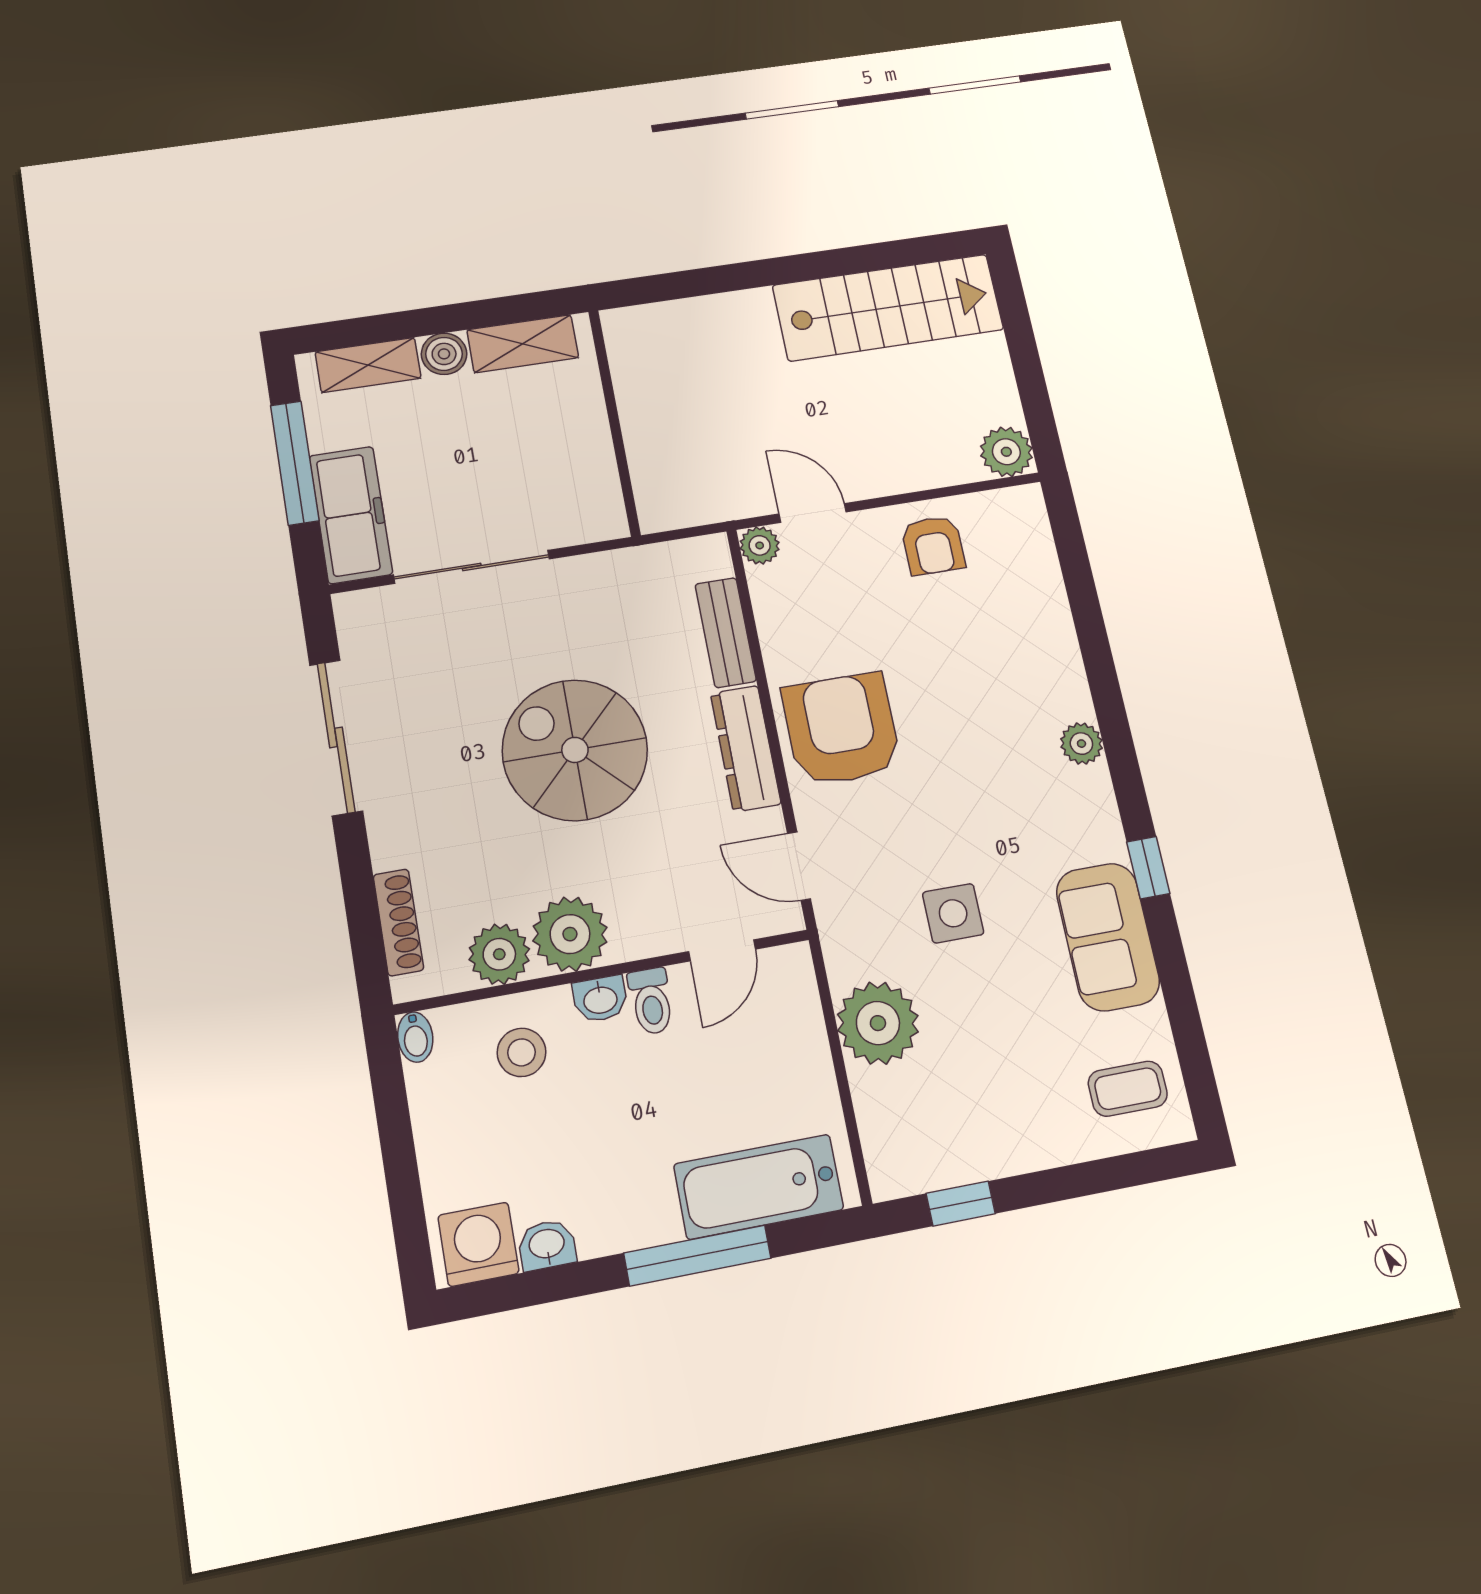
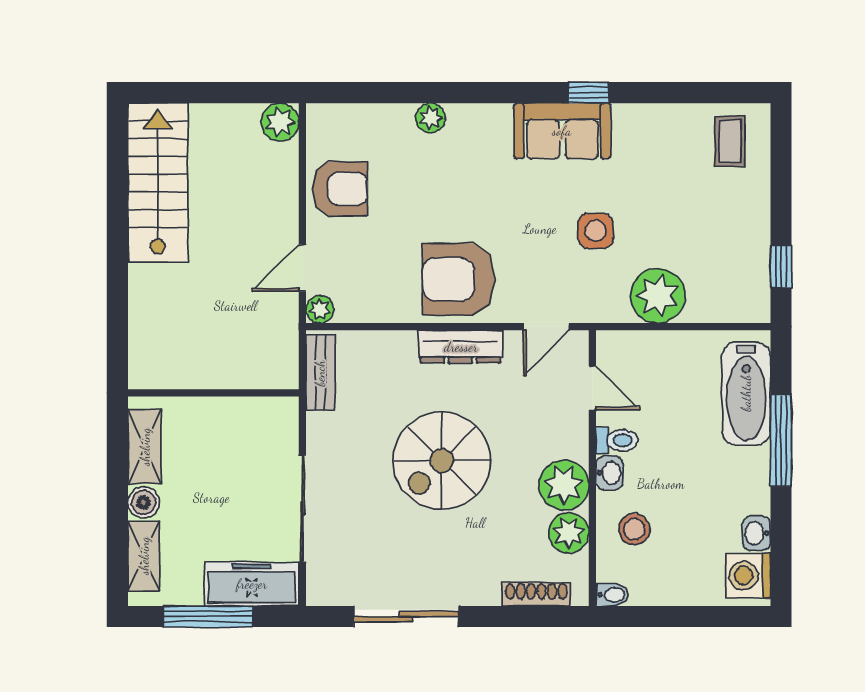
armchair: (933, 545) -> (340, 189), width x1.38, depth x1.38
bench: (726, 632) -> (320, 373), moved, turned 90
plant: (1081, 744) -> (431, 118), moved
sofa: (1108, 937) -> (562, 131), moved

